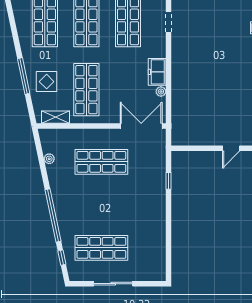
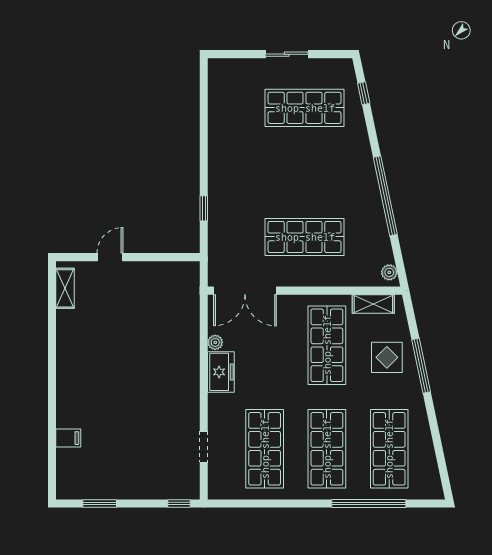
plant: (49, 159) -> (389, 272), moved
window: (53, 215) -> (385, 196), moved
sliding door: (113, 284) -> (287, 54), width x0.73

